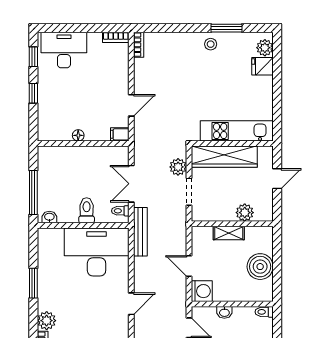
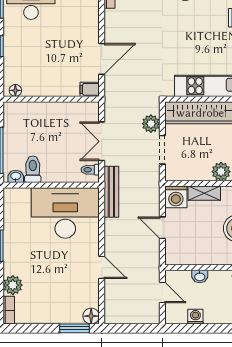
door: (131, 105) -> (102, 59), width x1.38
floor lamp: (78, 135) -> (15, 90), moved
toilet: (87, 210) -> (33, 169), moved
washing machine: (202, 291) -> (176, 197), moved, turned 90
door: (131, 304) -> (102, 267), hinge flipped

